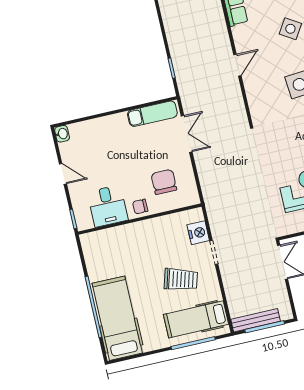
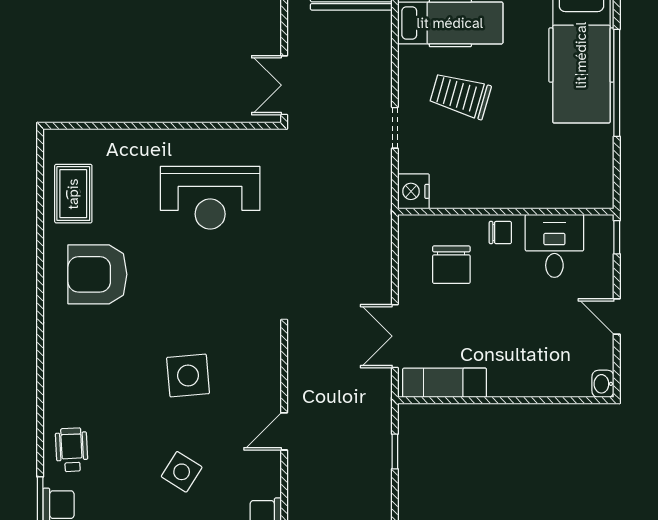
nightstand: (198, 233) -> (413, 191), moved

